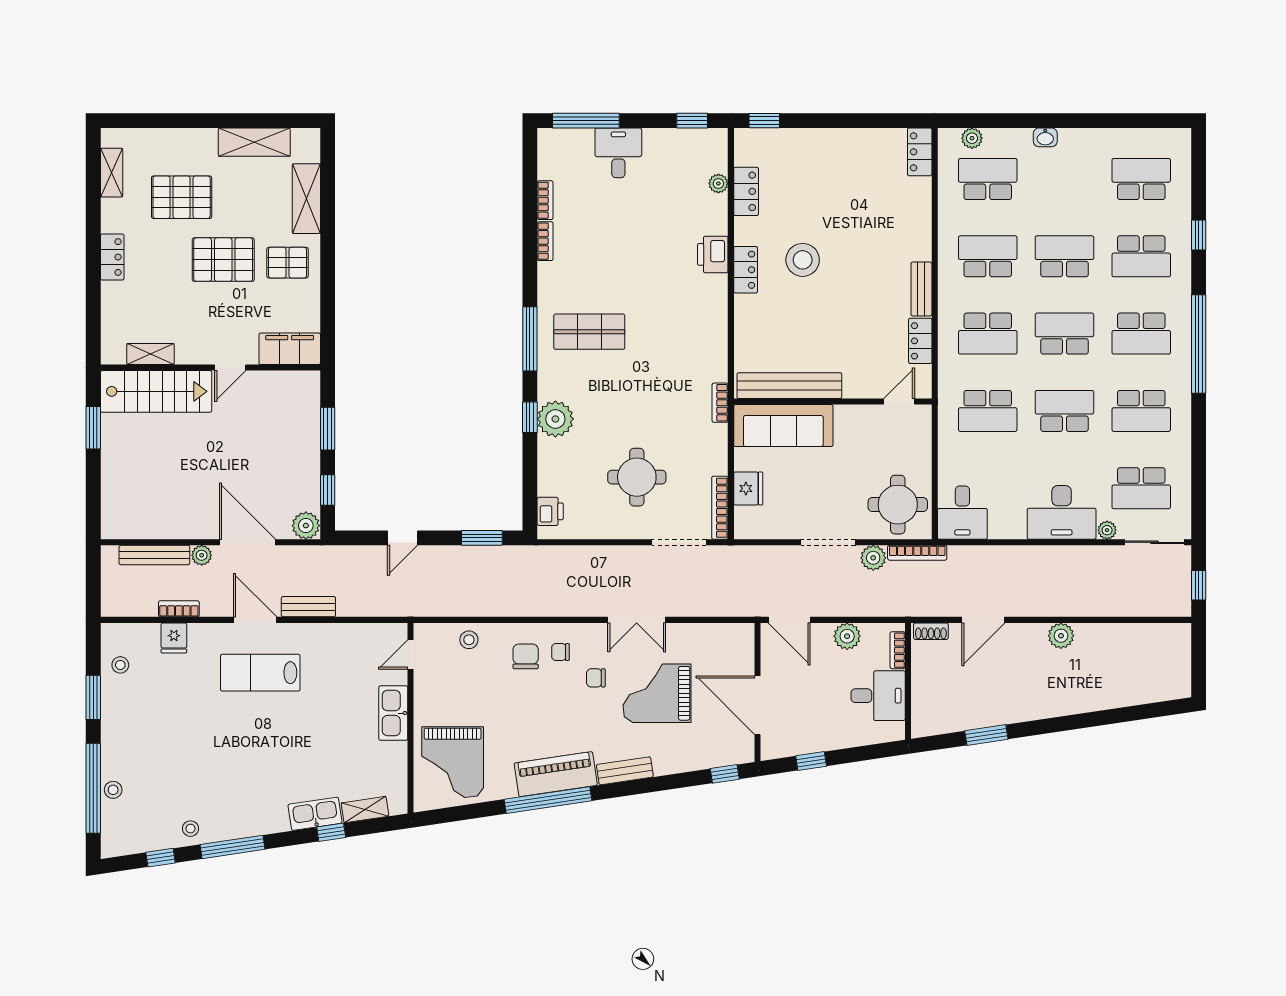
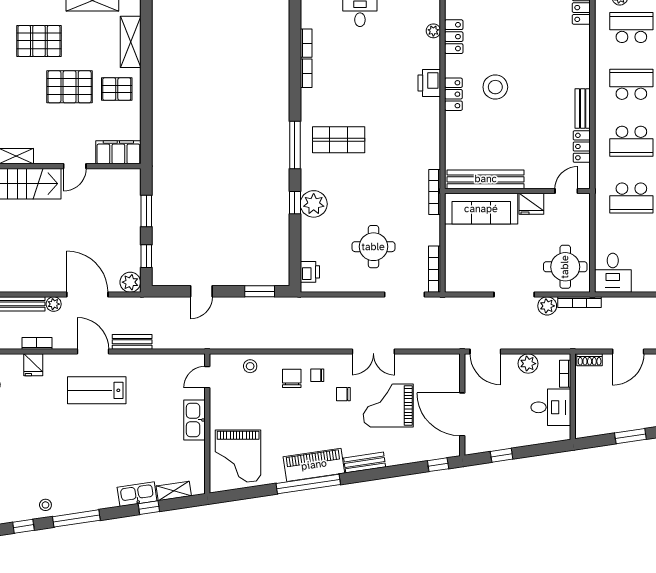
bookcase: (720, 403) -> (435, 192), width x1.56
fridge: (748, 488) -> (531, 204), moved, turned 90

